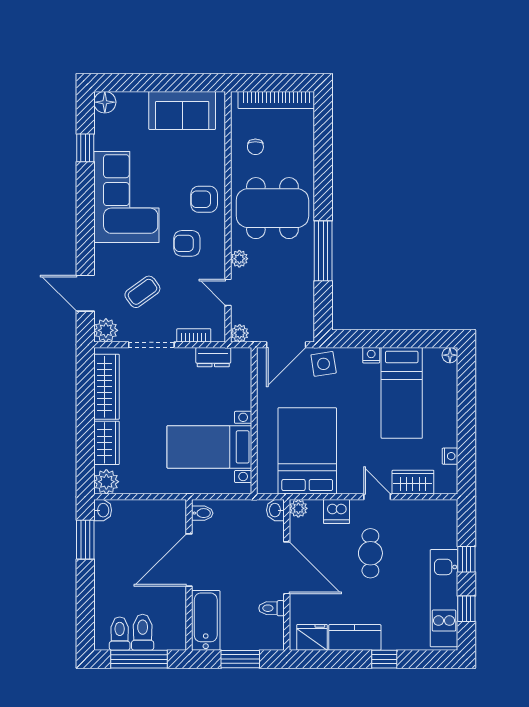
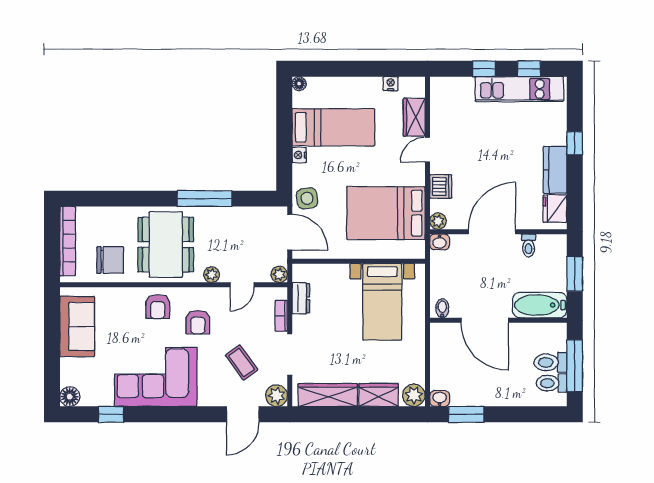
chair: (255, 147) -> (110, 260), width x1.87, depth x1.87
cafe table: (370, 553) -> (479, 156), removed

